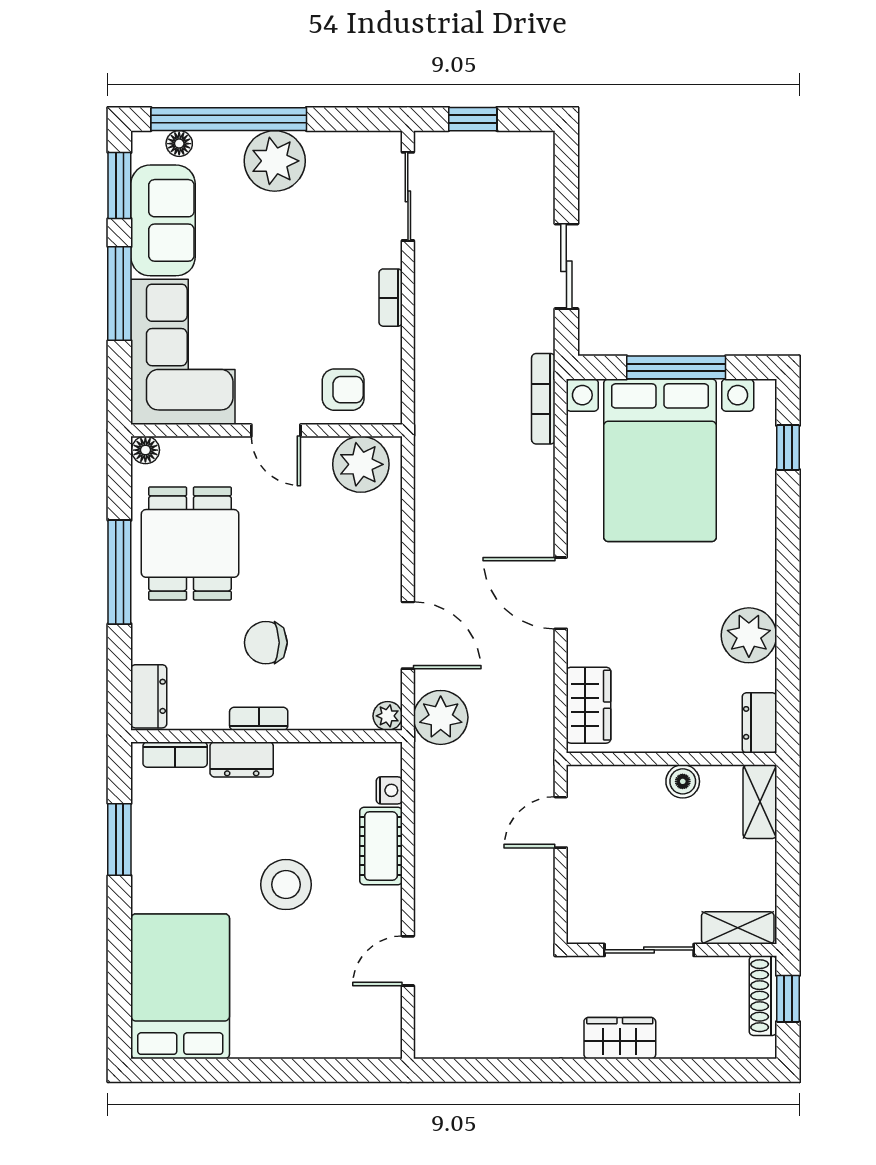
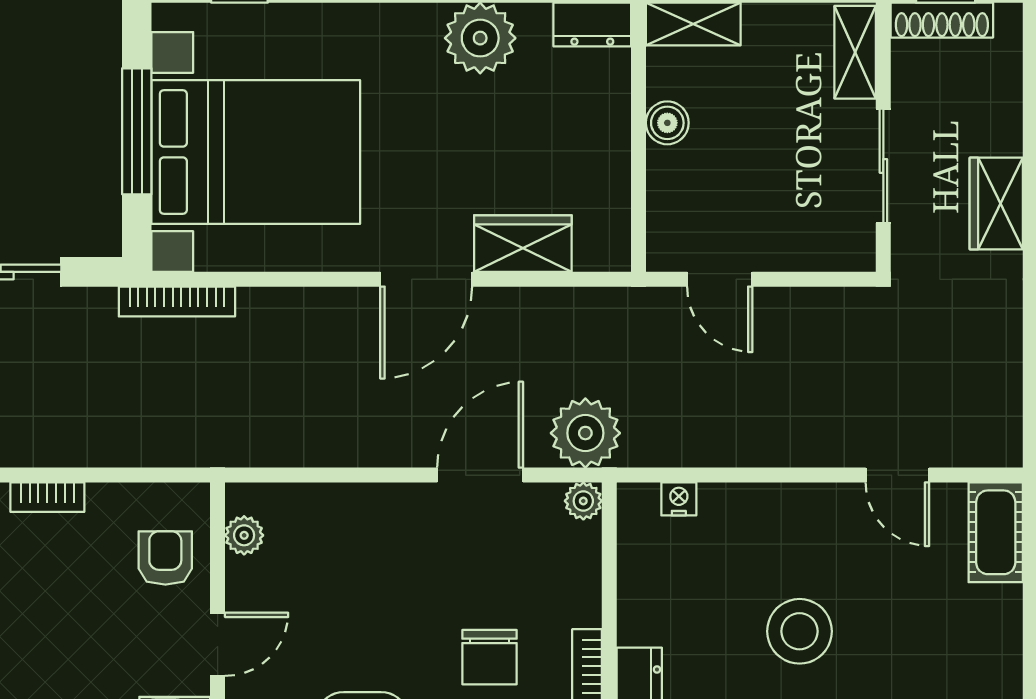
plant: (361, 464) -> (244, 535), width x0.53, depth x0.53
wardrobe: (588, 705) -> (523, 244), moved
cot: (381, 846) -> (996, 532), moved, turned 90

